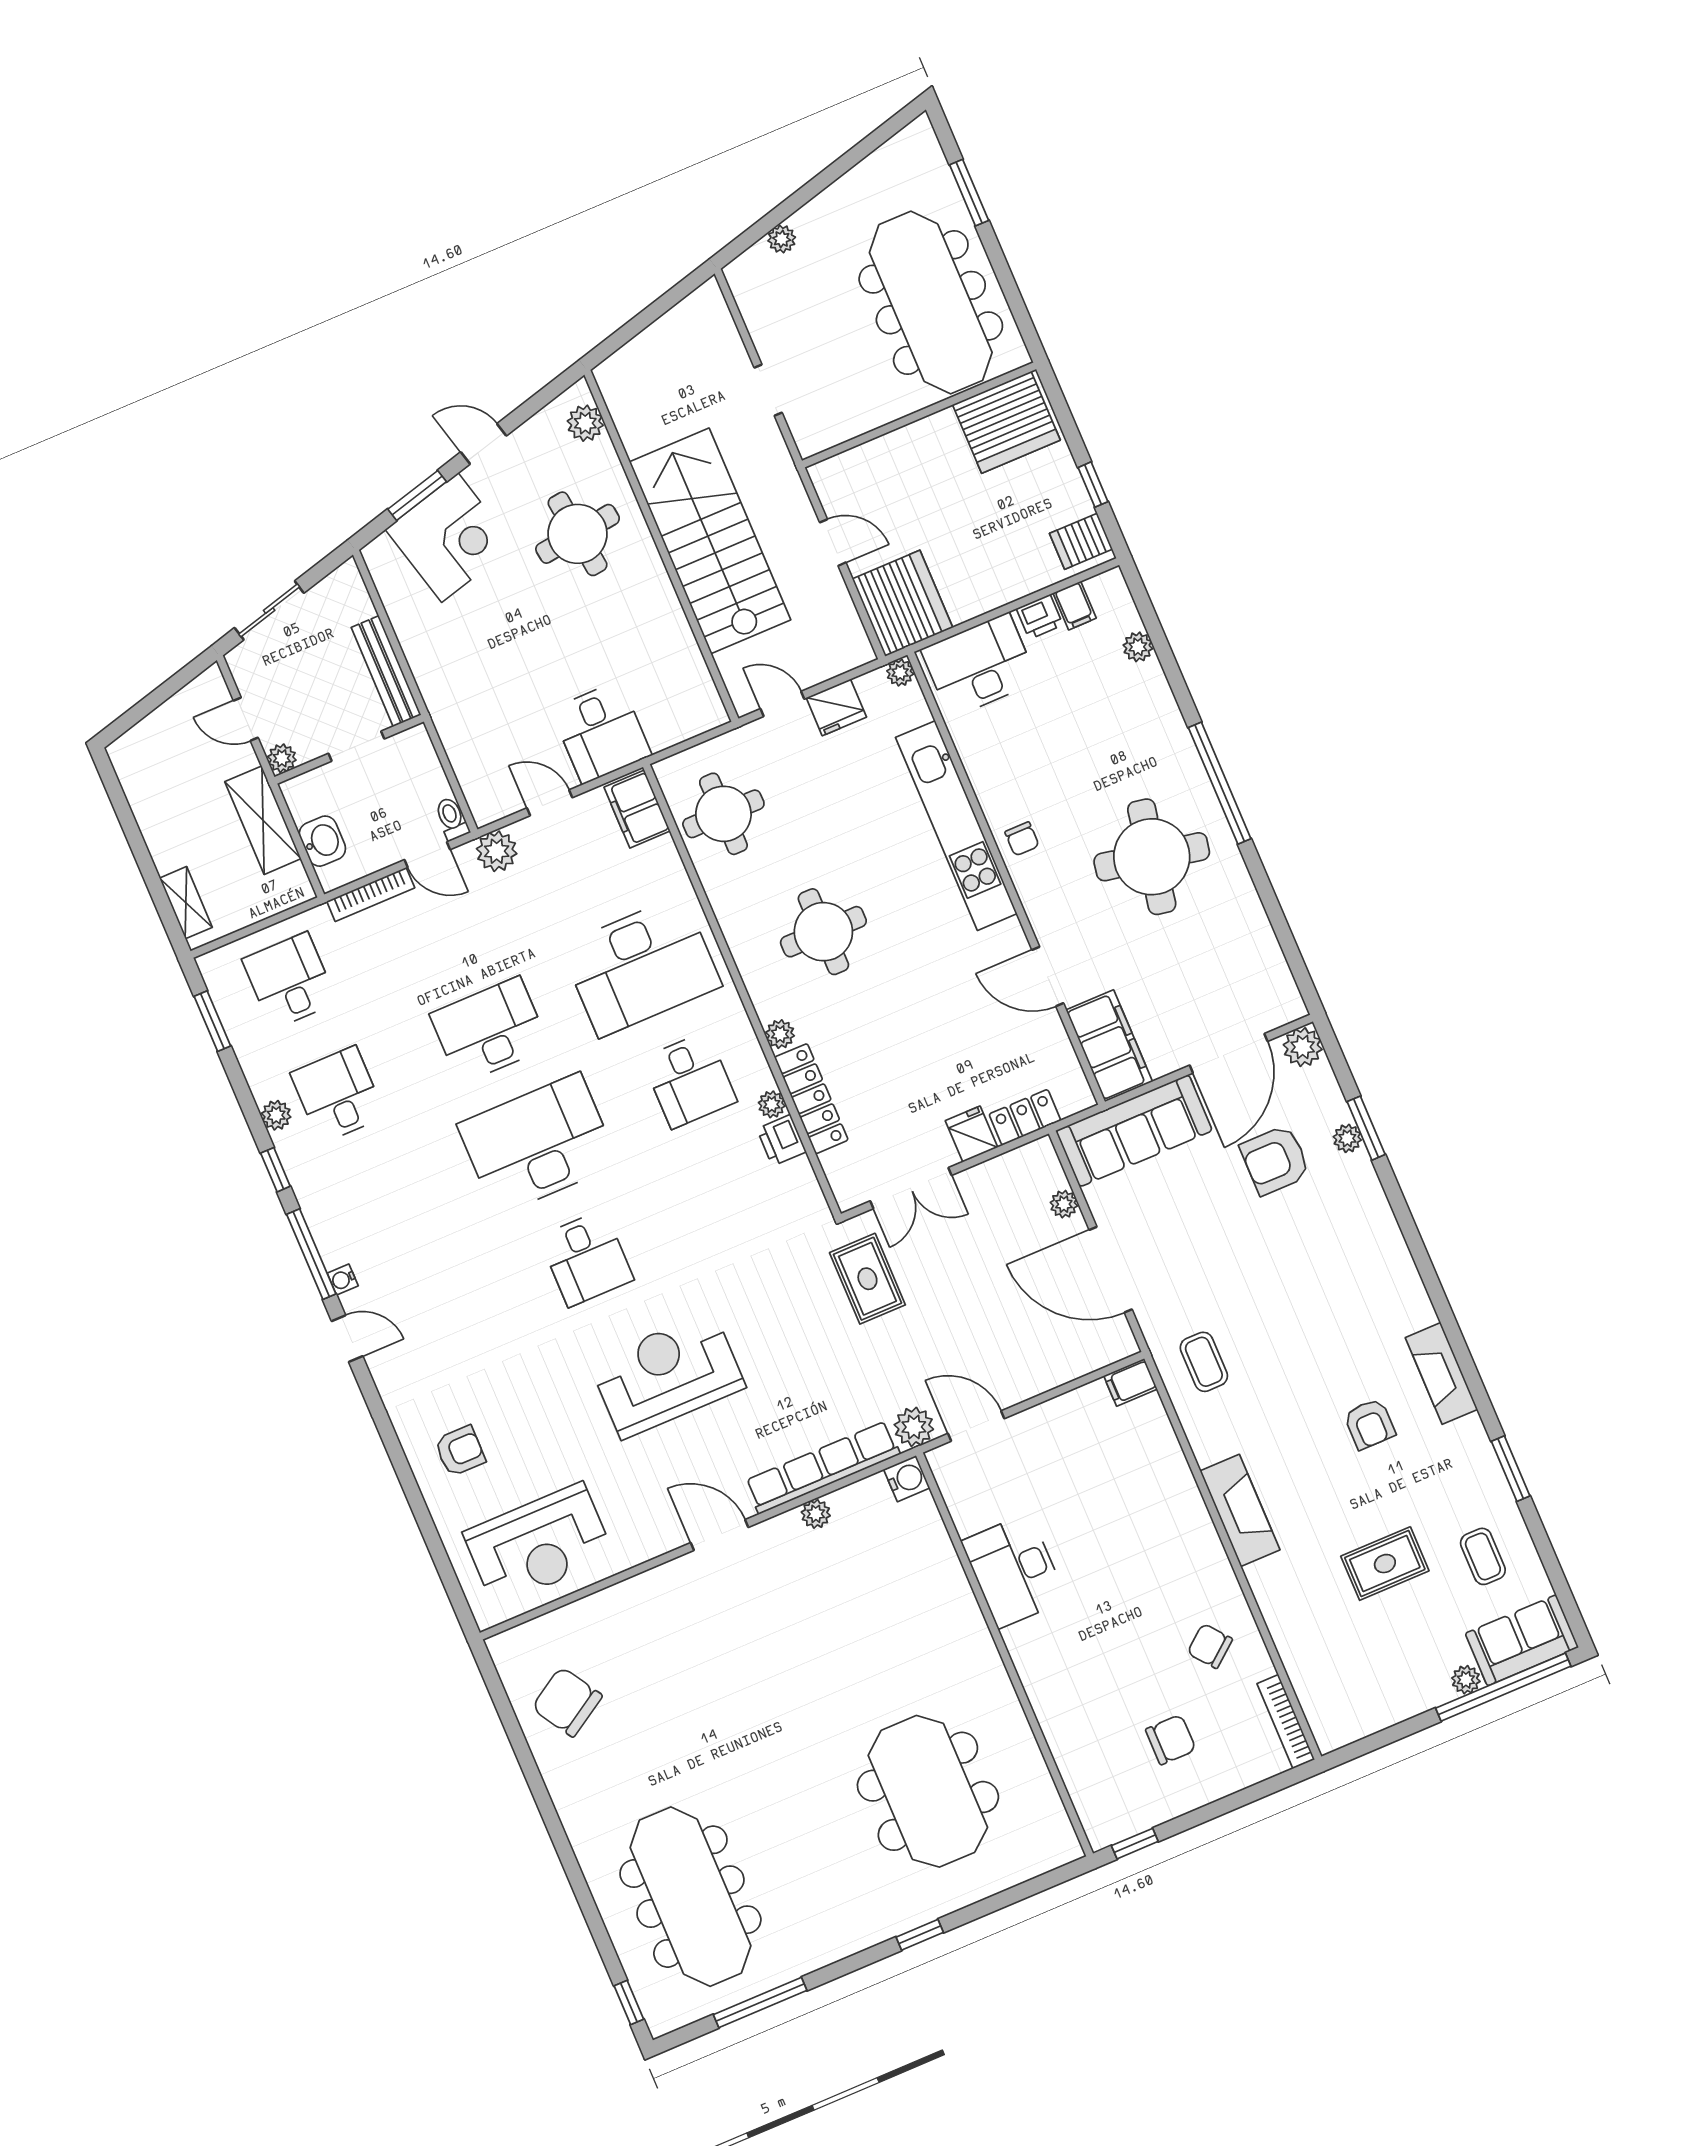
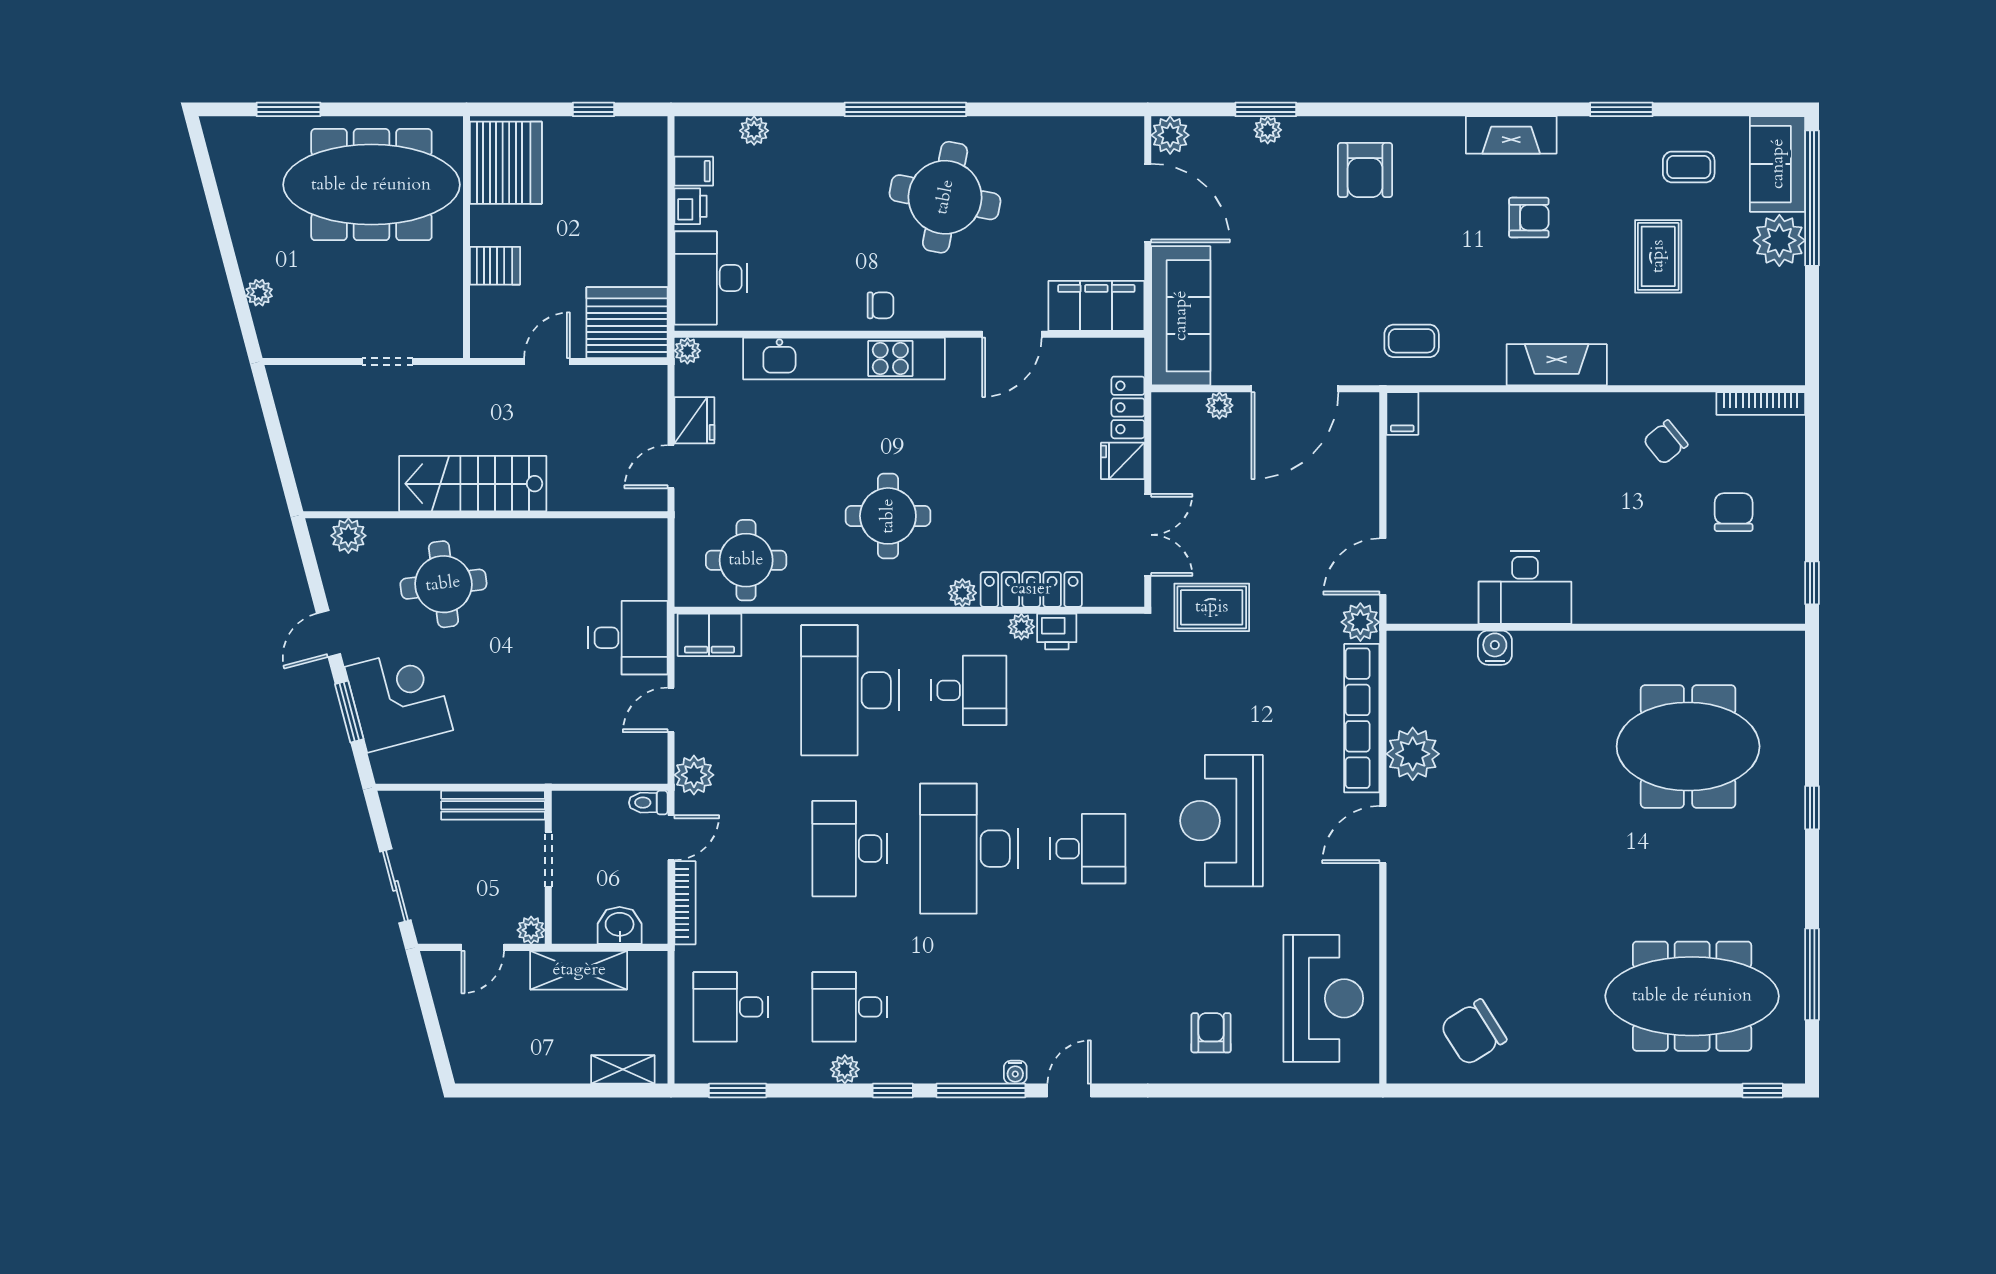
stairs: (710, 541) -> (473, 484), width x0.73, depth x0.66
server rack: (1081, 541) -> (495, 266), moved, turned -90
desk: (641, 966) -> (850, 690), turned 180
armchair: (1275, 1160) -> (1365, 170), moved
water cooler: (907, 1479) -> (1495, 648), moved
plant: (816, 1514) -> (1413, 754), width x1.87, depth x1.87
plant: (1466, 1680) -> (1779, 240), width x1.87, depth x1.87

